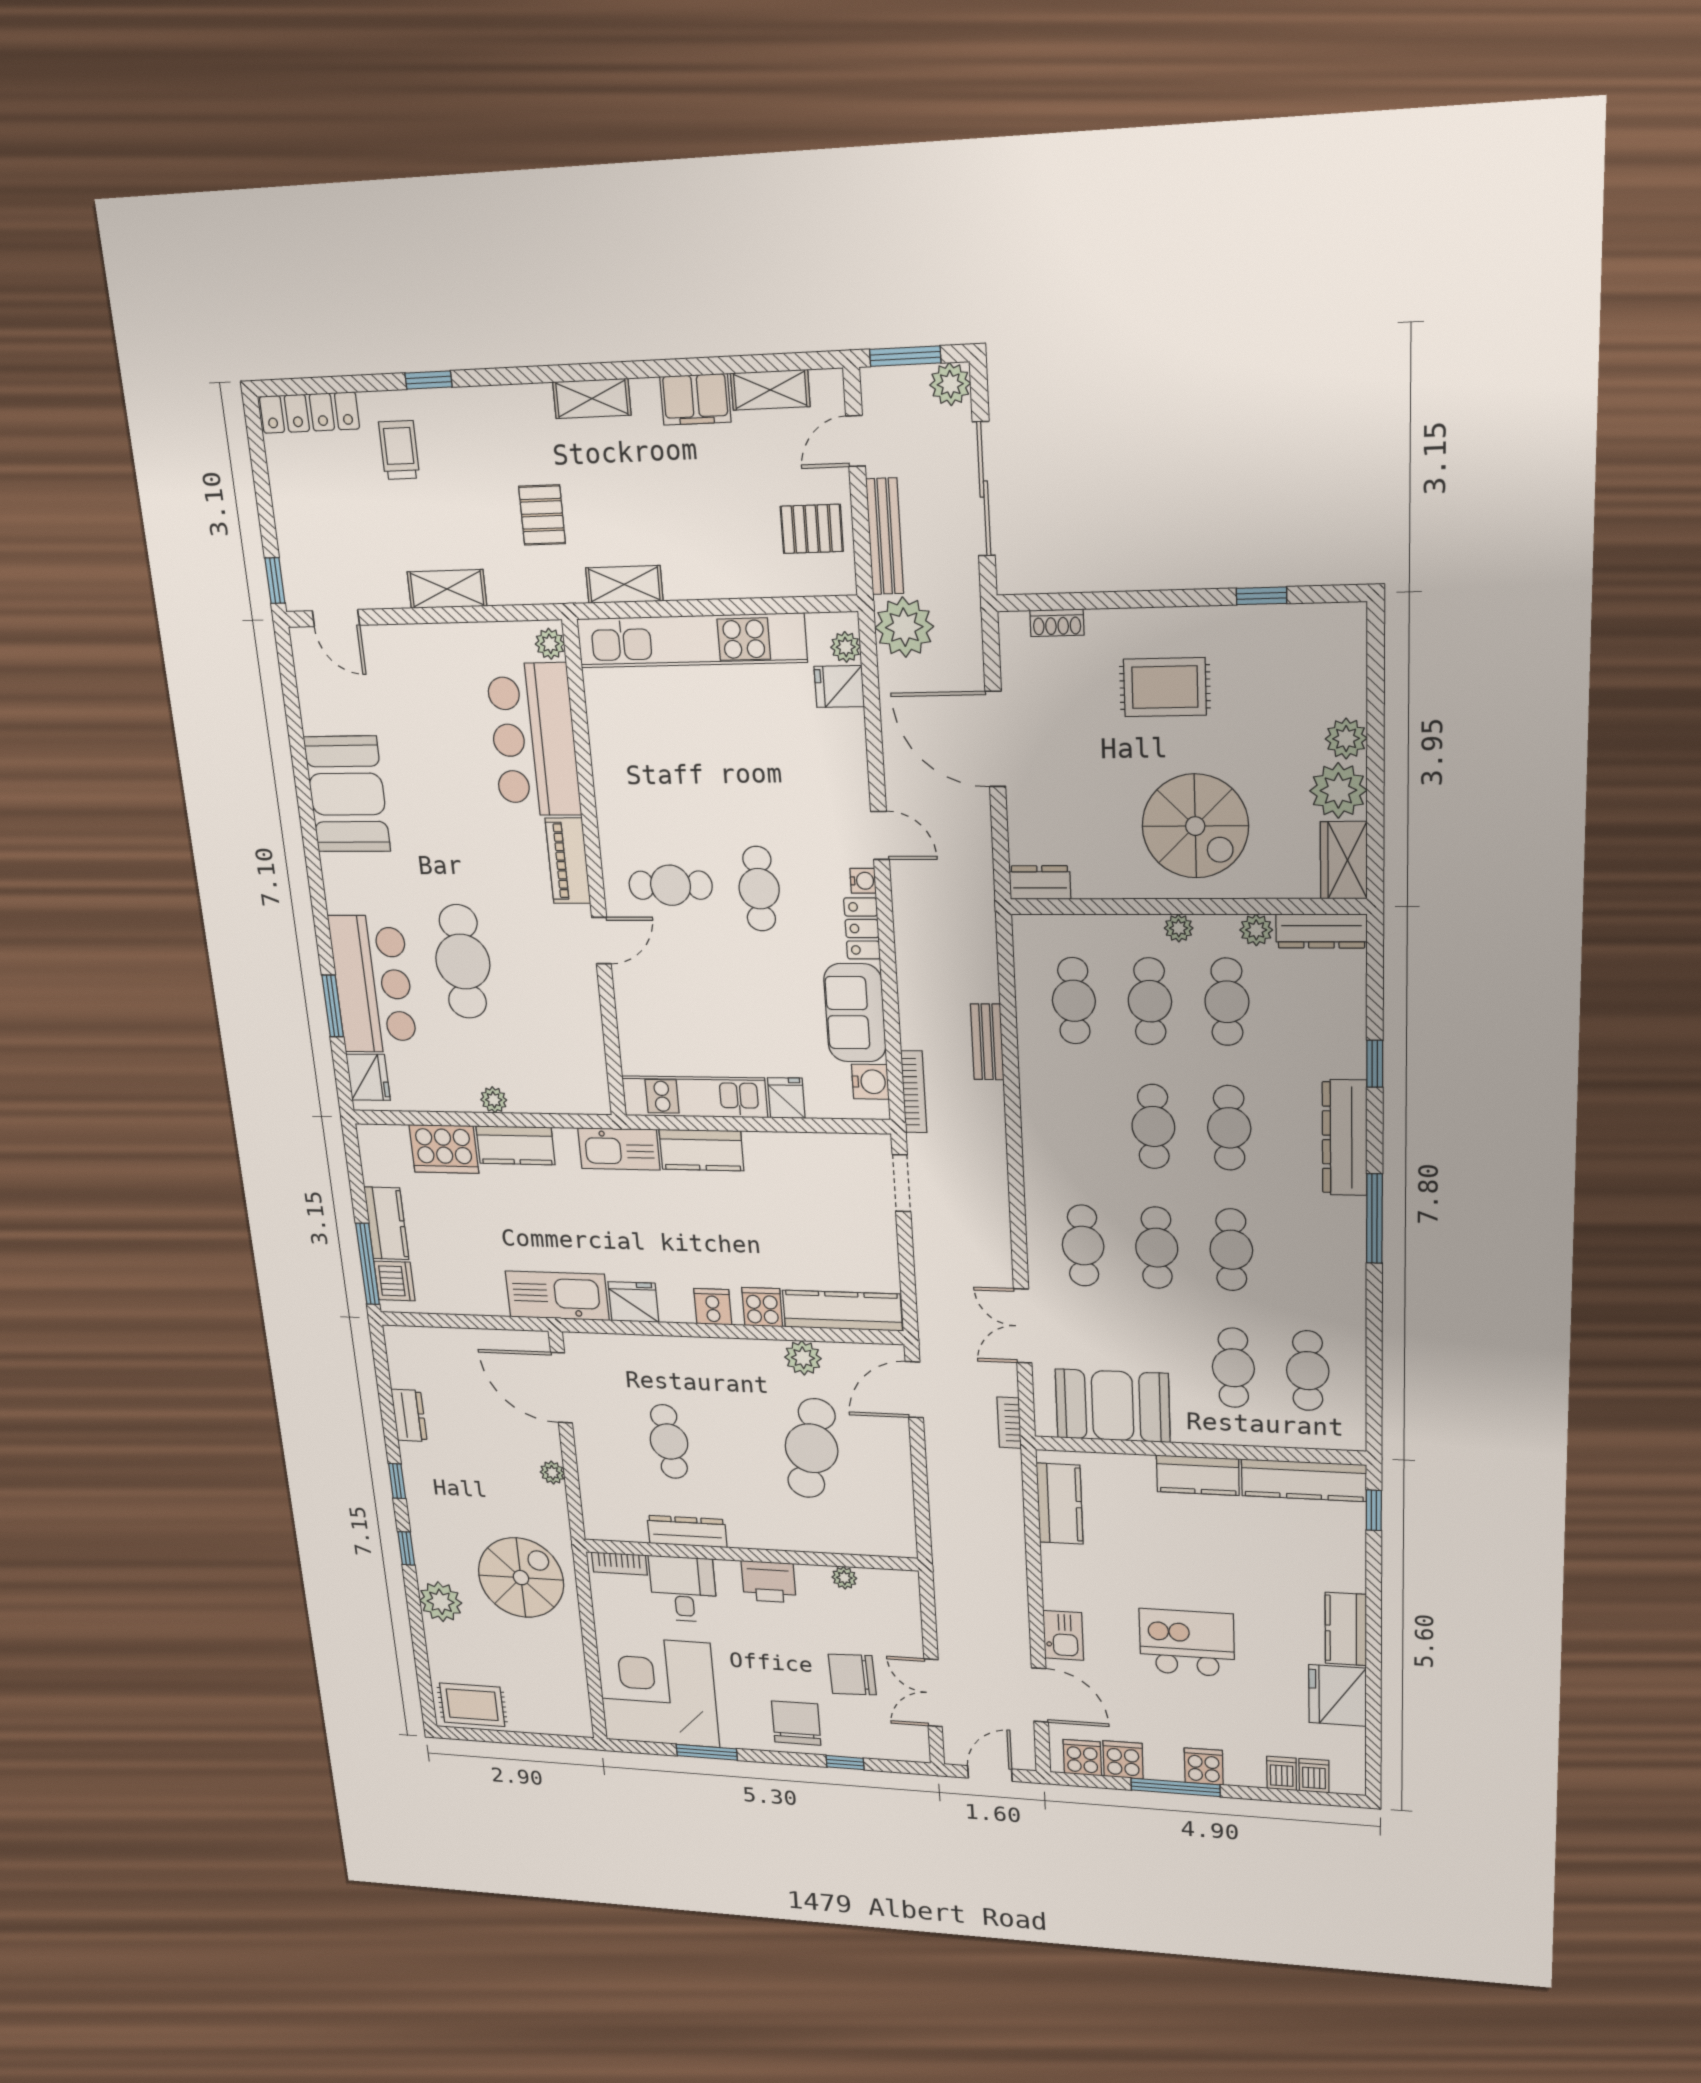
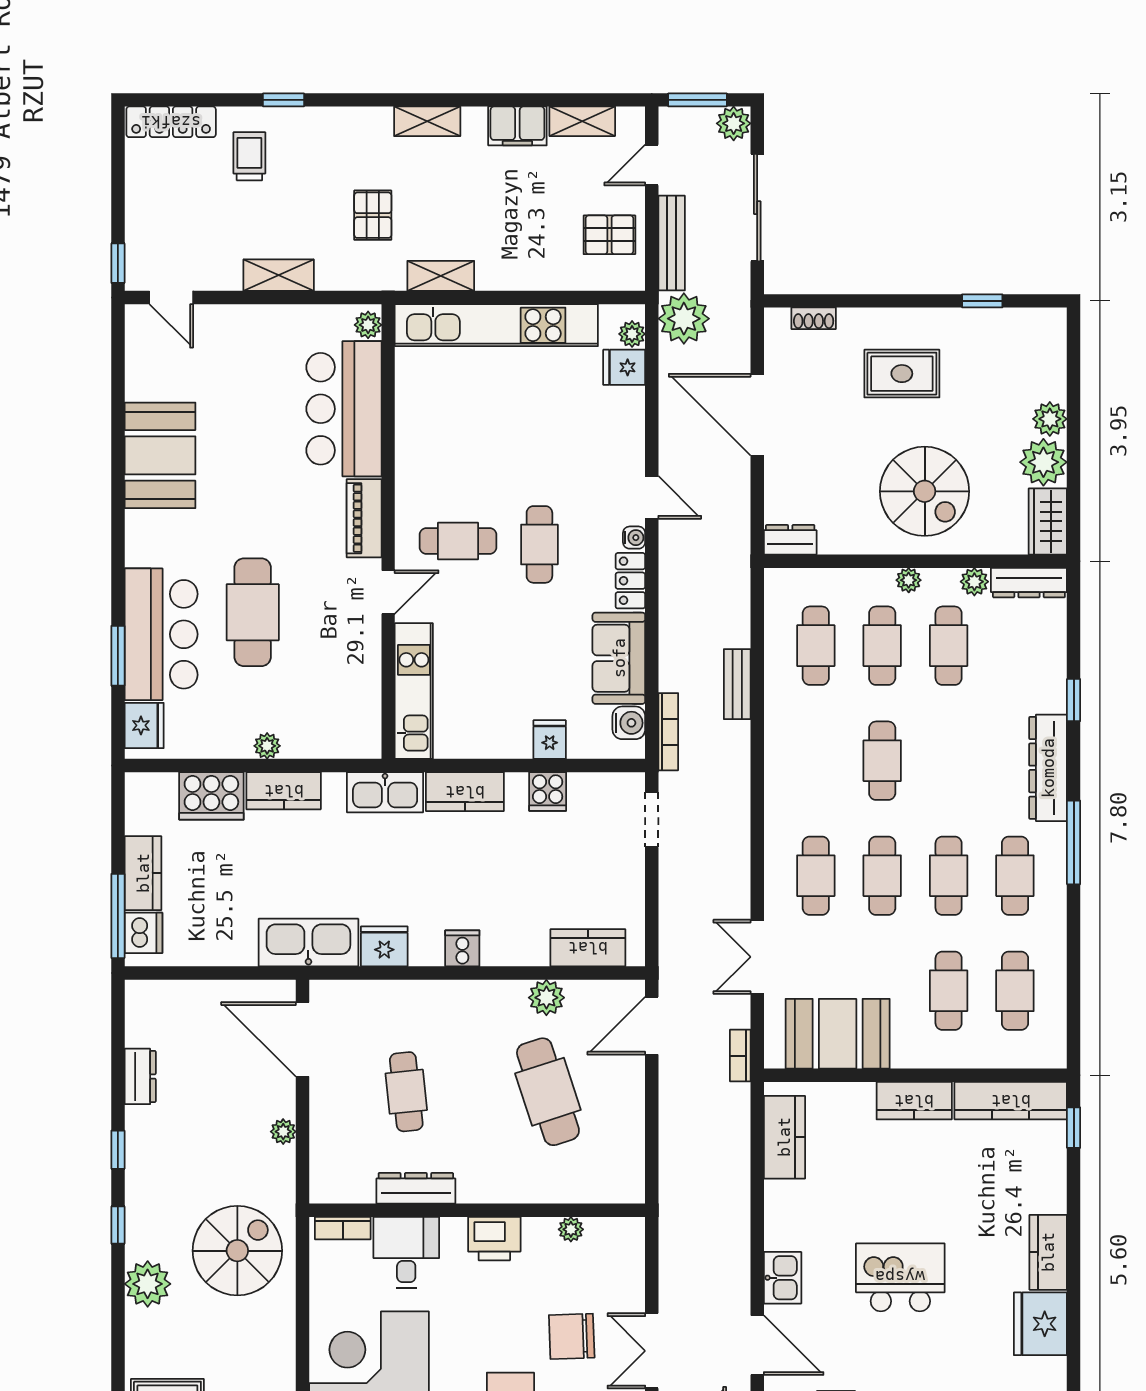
kitchen unit: (695, 1097) -> (414, 691), moved, turned 90
cafe table: (1229, 1128) -> (1015, 876), moved
cooker: (762, 1307) -> (548, 791), moved, turned 180
kitchen counter: (842, 1311) -> (588, 948), width x0.67
cafe table: (811, 1448) -> (548, 1092), turned -30

